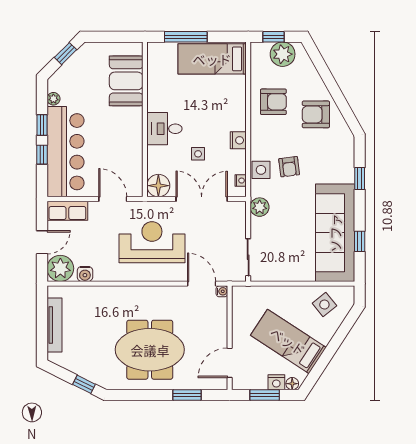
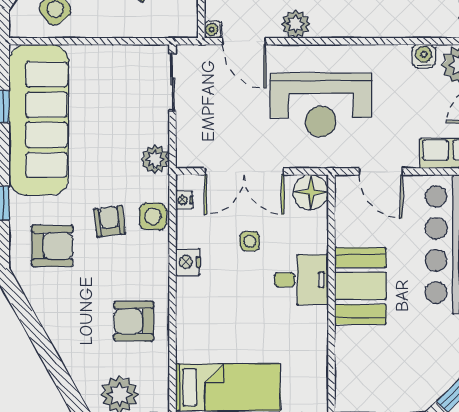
booth: (126, 81) -> (360, 286), moved
armchair: (316, 114) -> (52, 246), moved
plant: (168, 295) -> (296, 24), added

